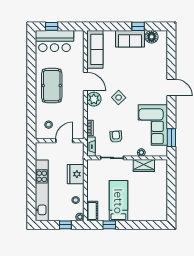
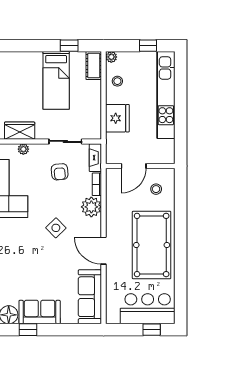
pool table: (52, 86) -> (152, 245), width x1.36, depth x1.32
plant: (94, 99) -> (91, 207), moved
window: (65, 225) -> (148, 46), moved

